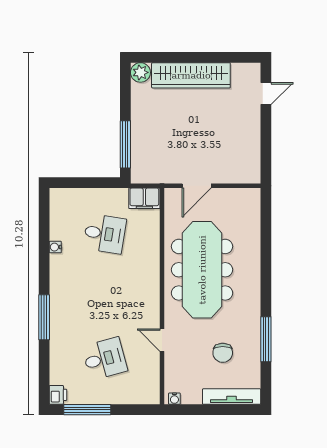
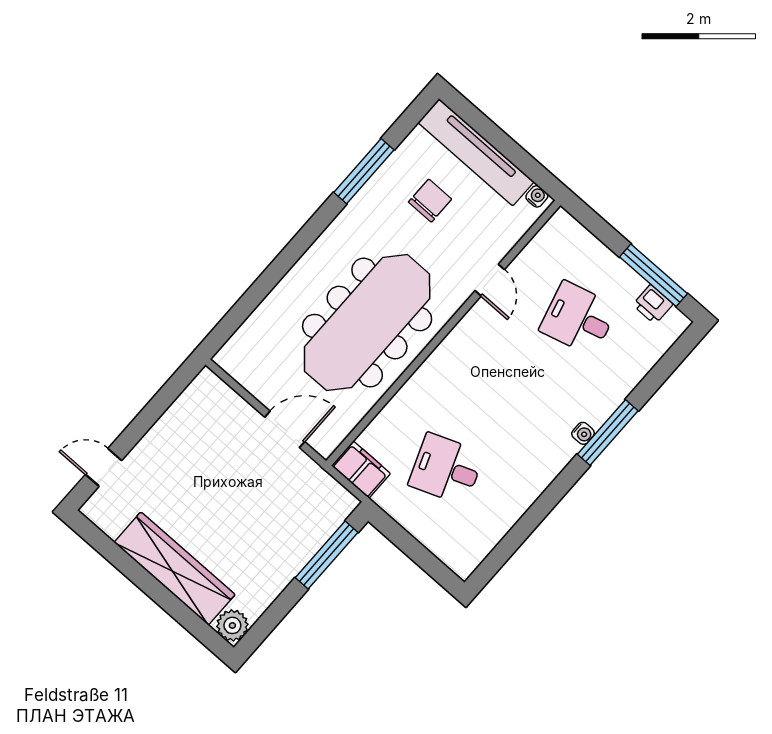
desk: (105, 234) -> (446, 469), turned -30
water cooler: (55, 247) -> (583, 433), moved
printer: (58, 395) -> (653, 304), moved, turned -90
tv unit: (232, 397) -> (476, 152), width x1.36, depth x1.29

